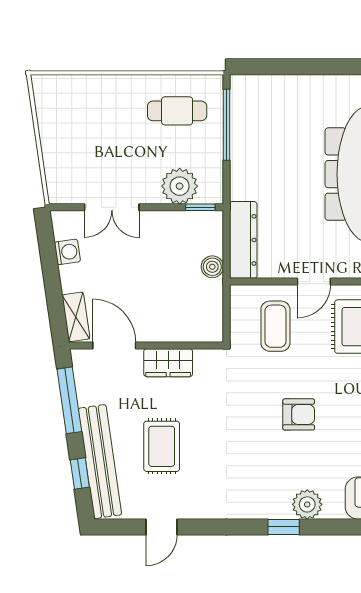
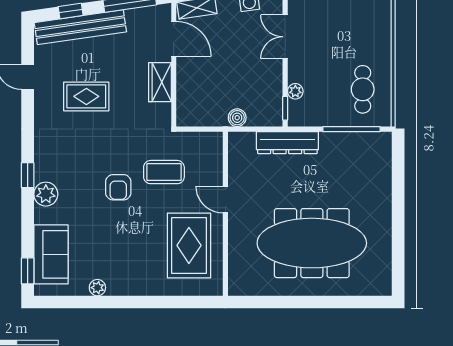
plant: (180, 186) -> (295, 91), width x0.53, depth x0.53
dresser: (243, 240) -> (287, 143), moved
coffee table: (275, 326) -> (164, 172), moved
door: (114, 346) -> (174, 39), hinge flipped
rug: (162, 446) -> (86, 96), moved

